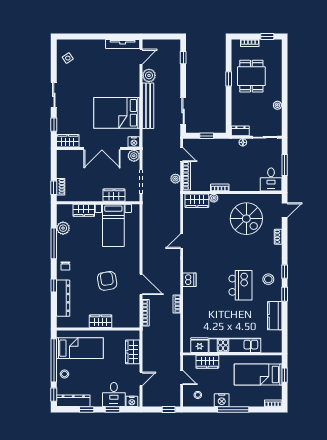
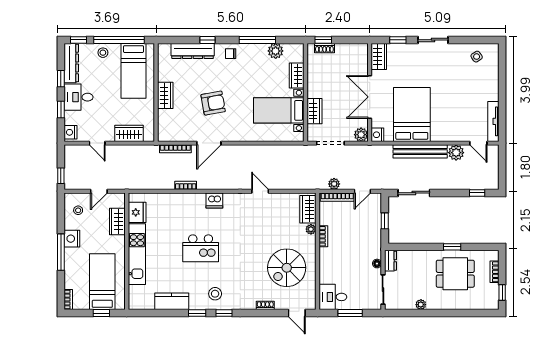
kitchen island: (240, 285) -> (201, 248), moved
desk: (114, 395) -> (79, 97), moved

